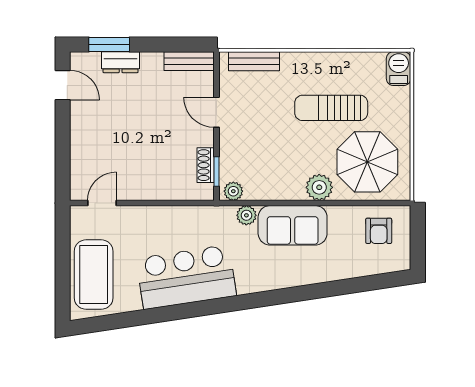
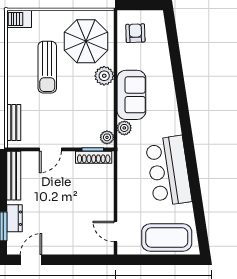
bench: (189, 61) -> (14, 176), width x1.36
shoe rack: (206, 165) -> (94, 157), width x1.43
armchair: (379, 231) -> (135, 33), turned -92

